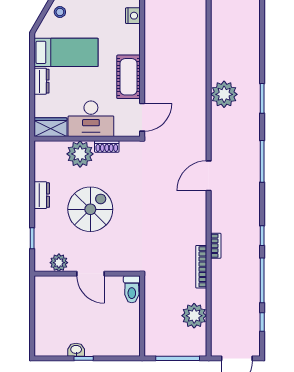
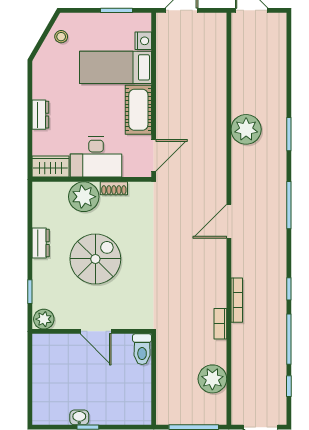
bed: (66, 52) -> (116, 67), moved, turned 180
bookcase: (216, 246) -> (237, 300), width x1.56
plant: (59, 263) -> (44, 319), moved
bookcase: (201, 267) -> (220, 324), width x0.64

